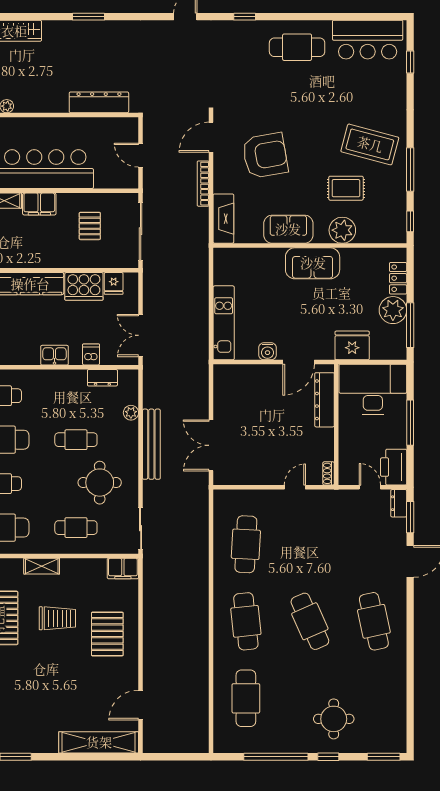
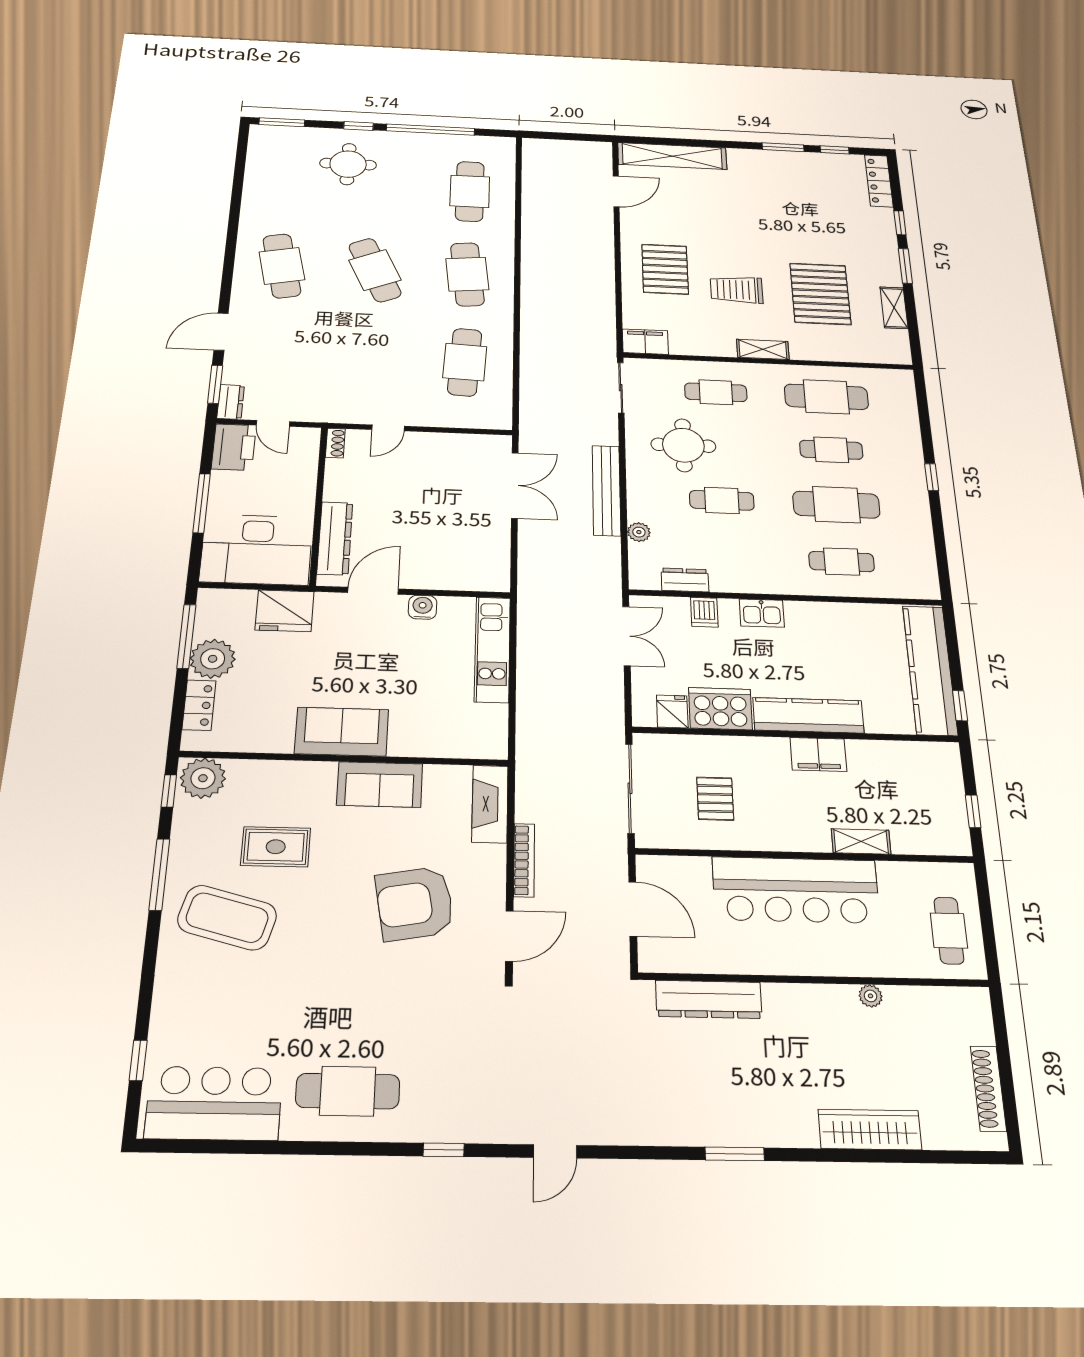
door: (141, 155) -> (633, 909), width x1.38
filing cabinet: (39, 204) -> (818, 754), moved, turned 180
plant: (342, 230) -> (203, 778), moved

